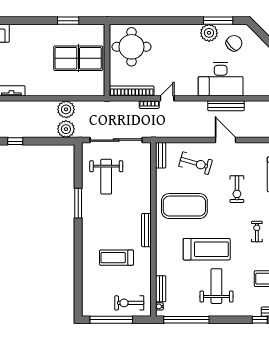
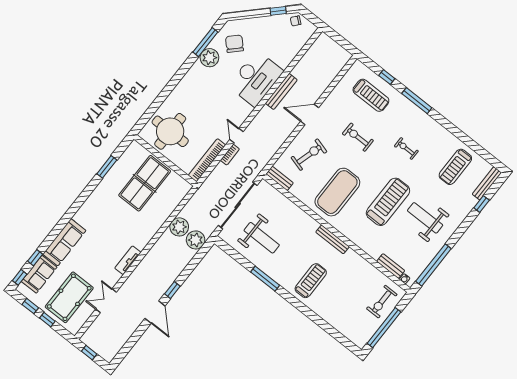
exercise bike: (237, 189) -> (358, 137), turned 180
treadmill: (116, 258) -> (311, 281), moved, turned 180

